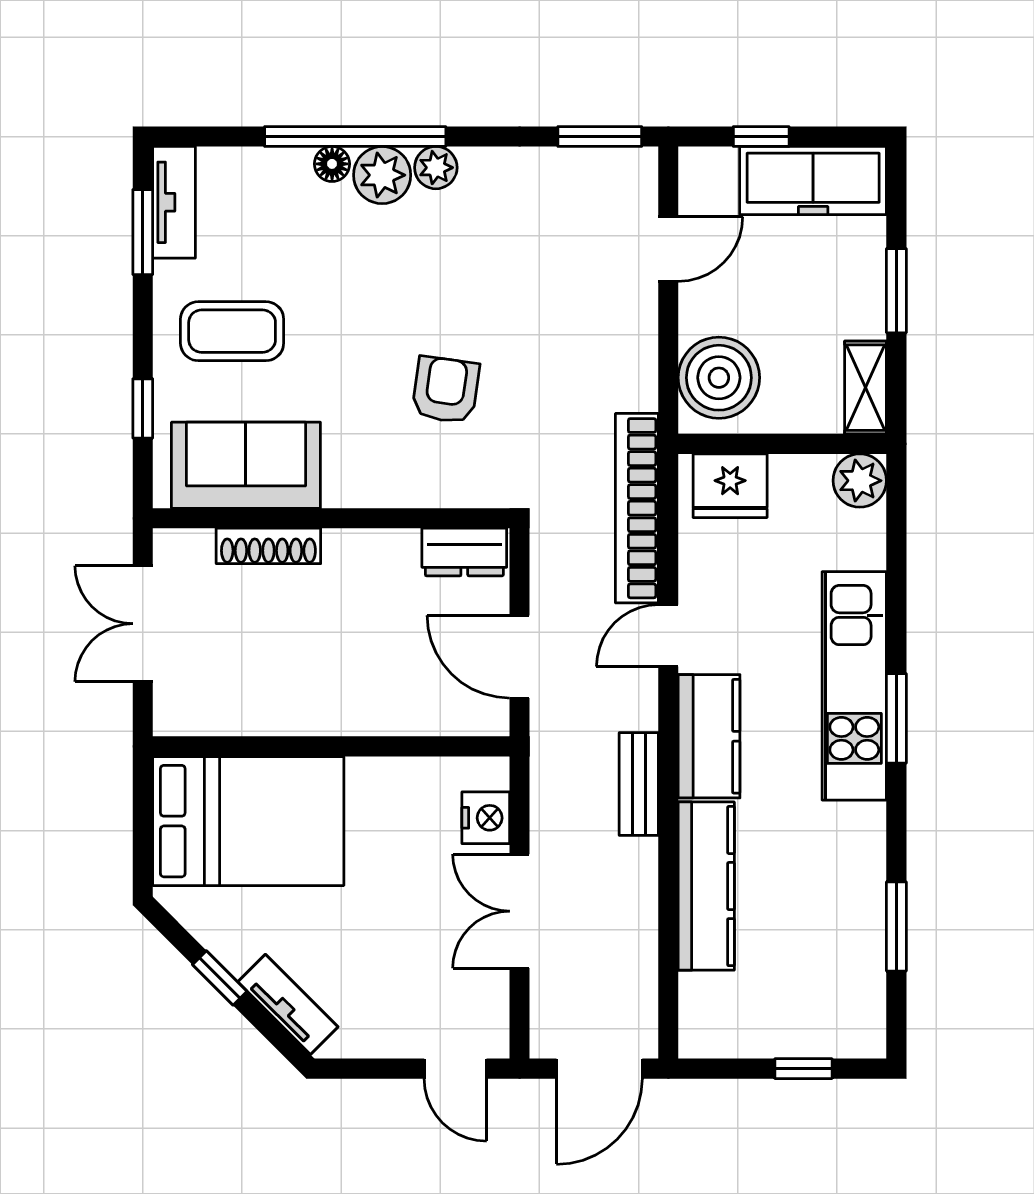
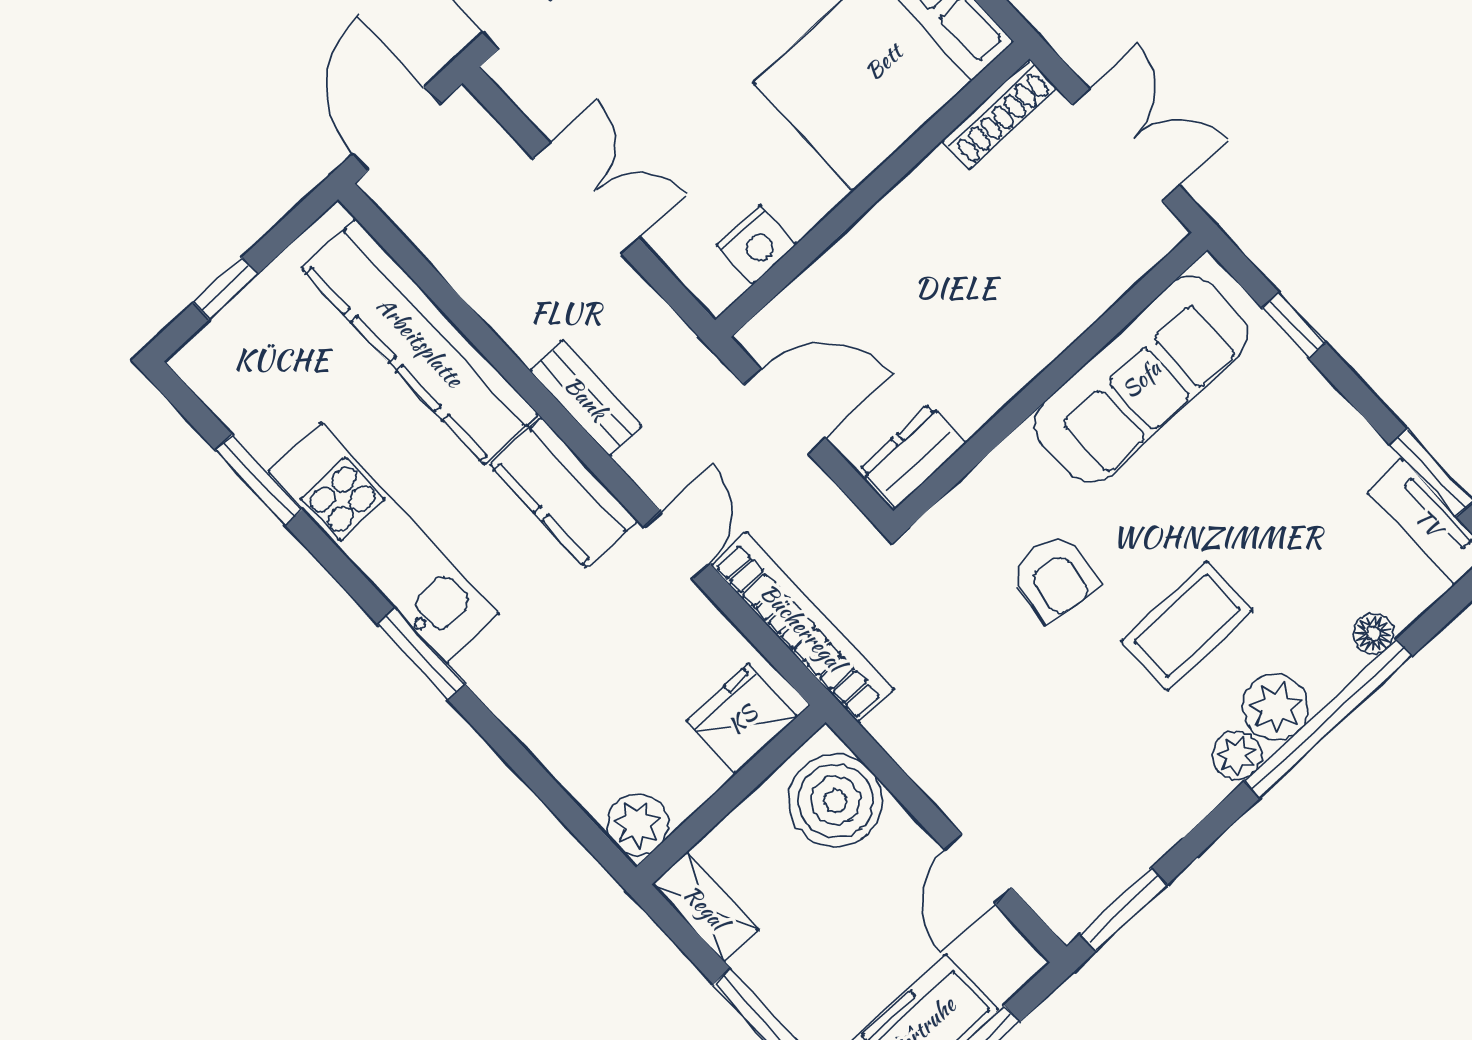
floor lamp: (332, 164) -> (1373, 634), moved
coffee table: (232, 331) -> (1187, 626), moved
sofa: (246, 465) -> (1141, 379), width x1.36
shoe rack: (268, 546) -> (1000, 114), moved, turned 180
kitchen unit: (854, 686) -> (384, 543), moved
nightstand: (486, 818) -> (757, 244), moved, turned -90
kitchen counter: (706, 886) -> (420, 342), width x1.39, depth x1.17

